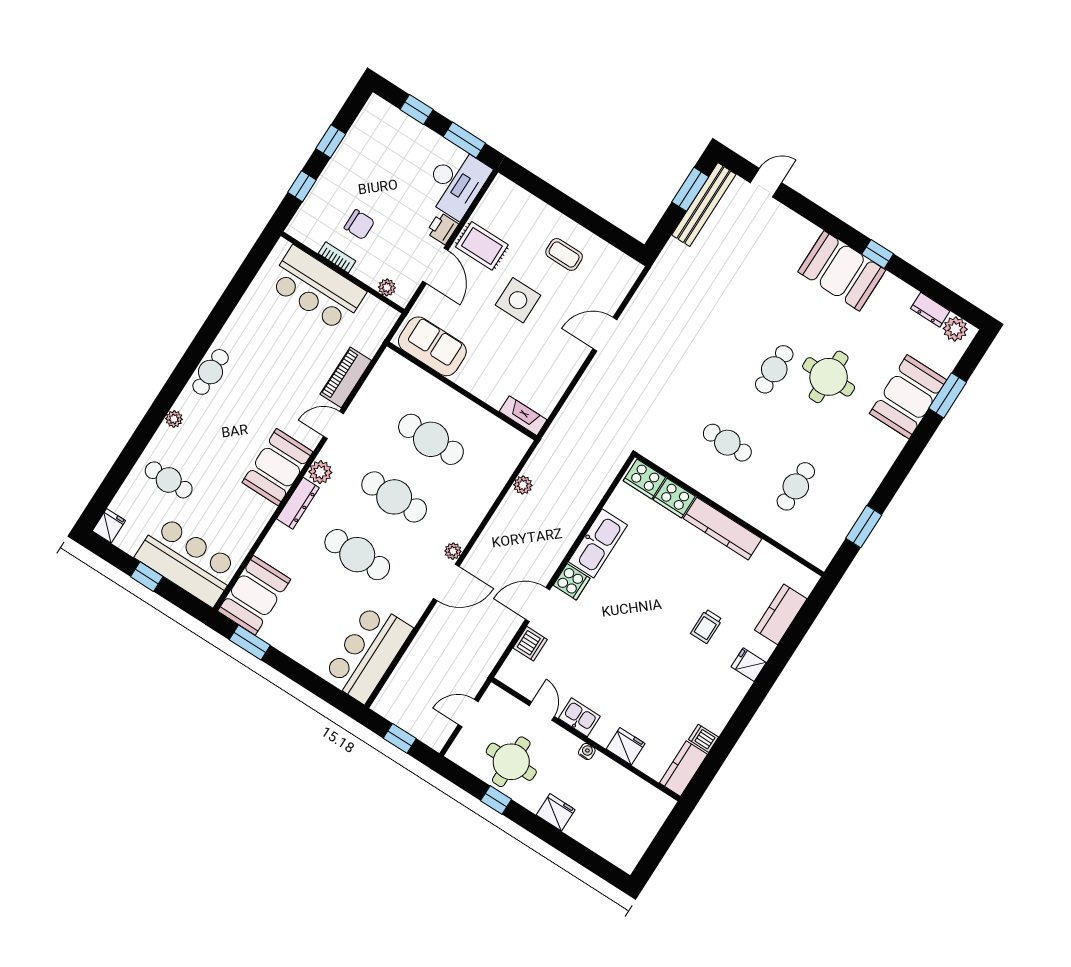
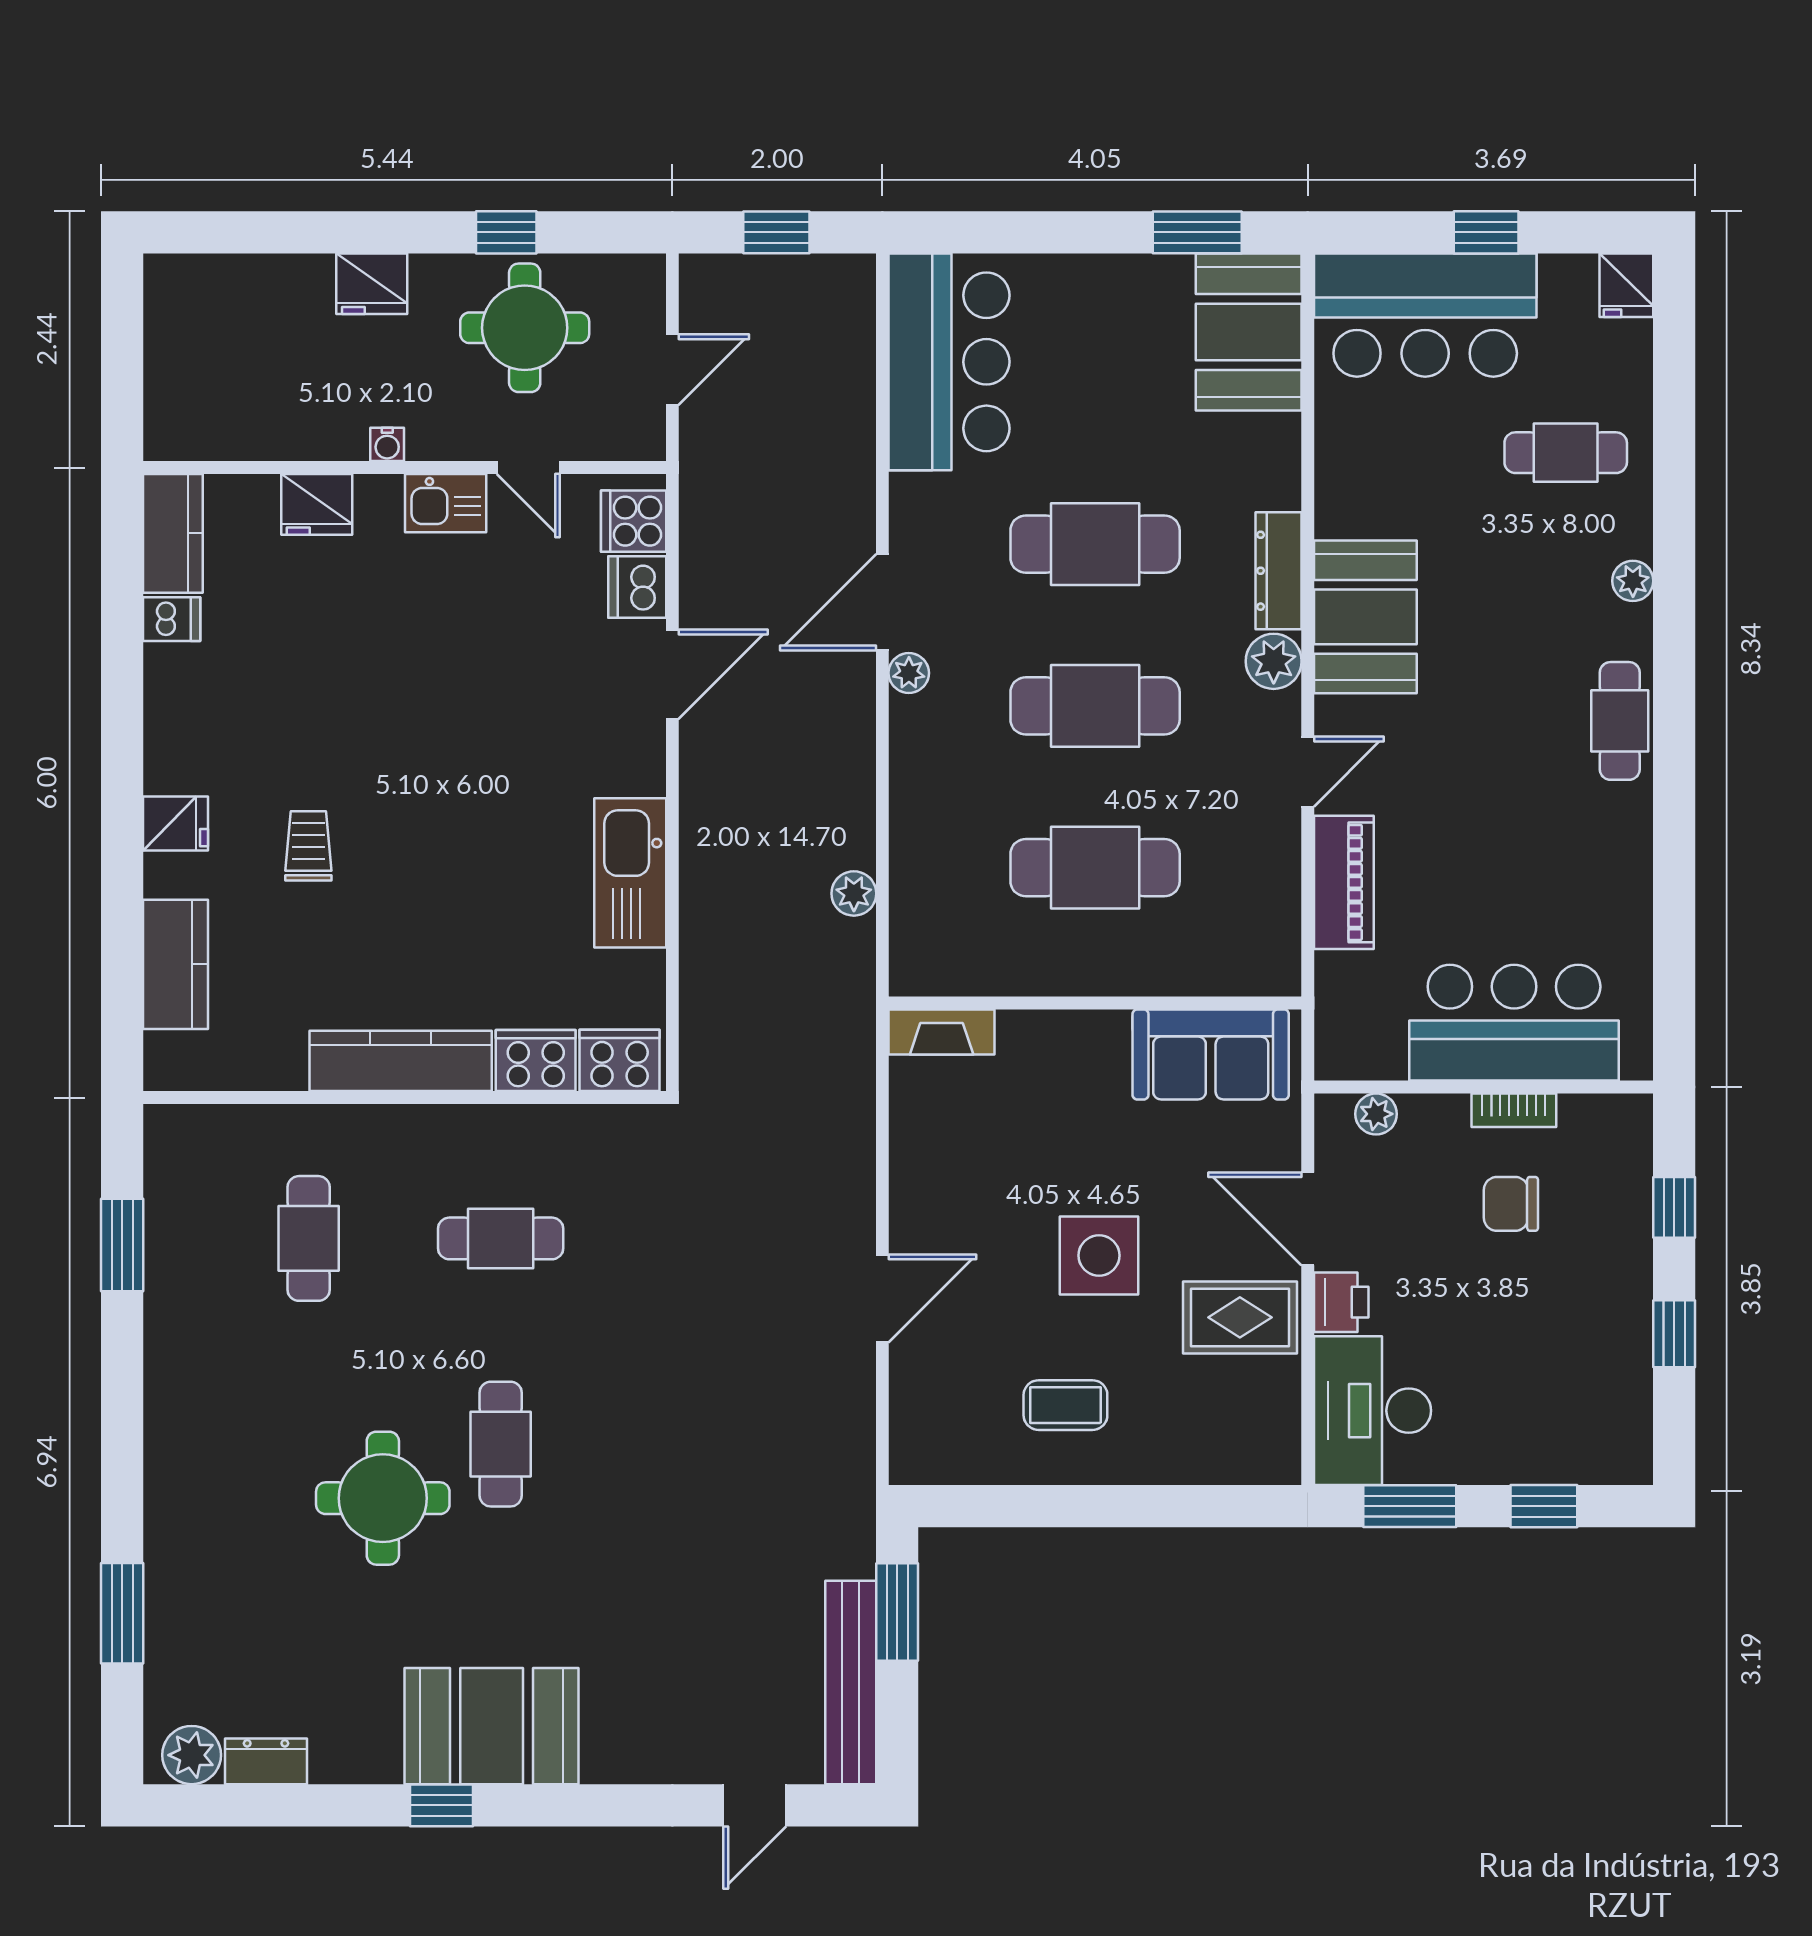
window: (690, 189) -> (897, 1612), moved
booth: (908, 397) -> (199, 1560), removed
cooker: (572, 582) -> (634, 521), moved

